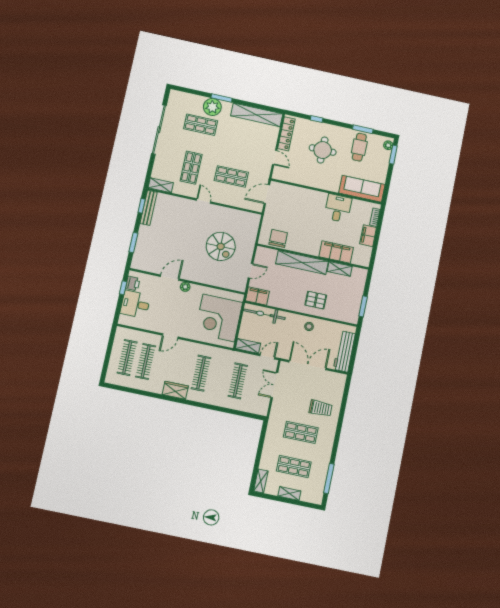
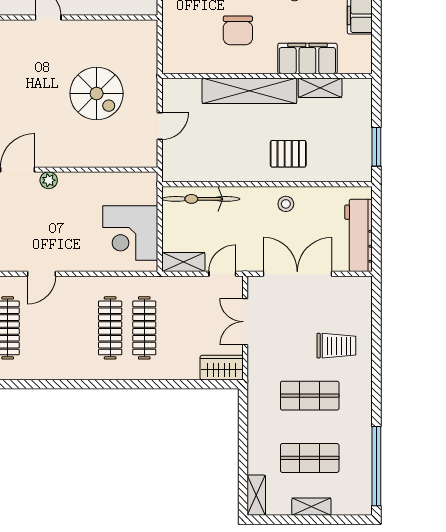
chair: (278, 238) -> (238, 30), moved, turned 180
filing cabinet: (257, 296) -> (182, 169), removed
corner desk: (219, 318) -> (130, 233), width x0.74, depth x0.74
clothes rail: (238, 381) -> (144, 328), moved
wardrobe: (175, 390) -> (222, 368), moved
window: (329, 478) -> (376, 466), width x1.46

